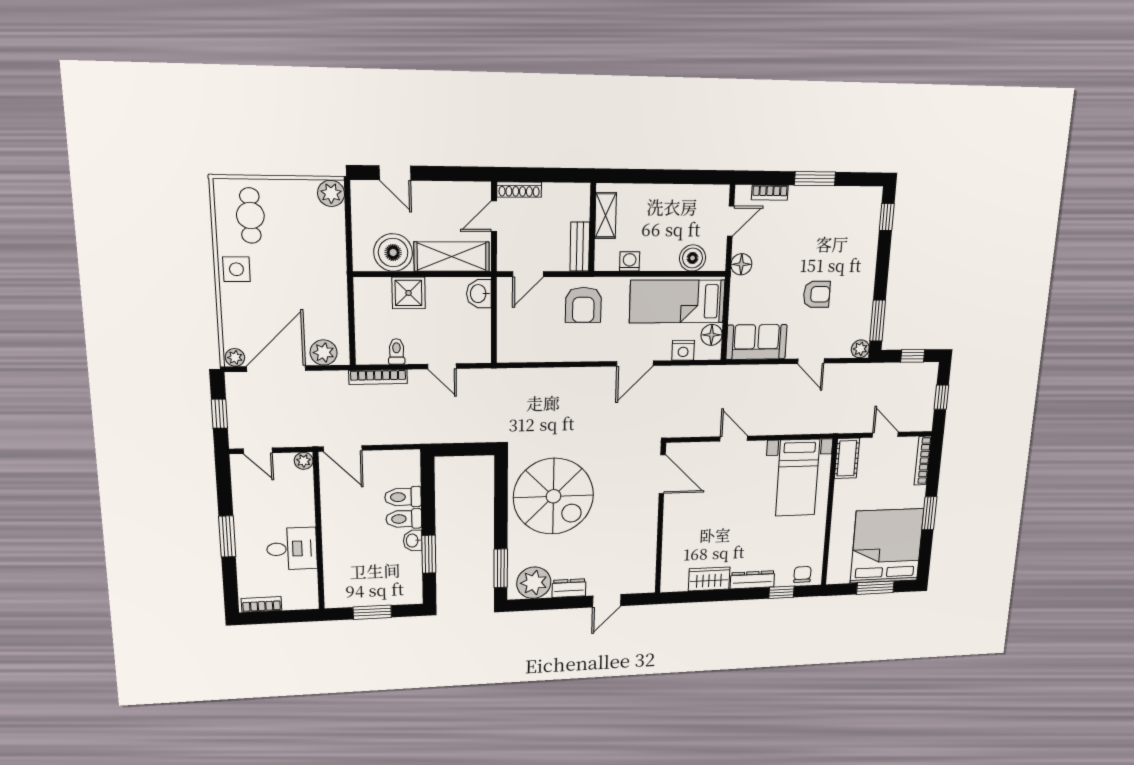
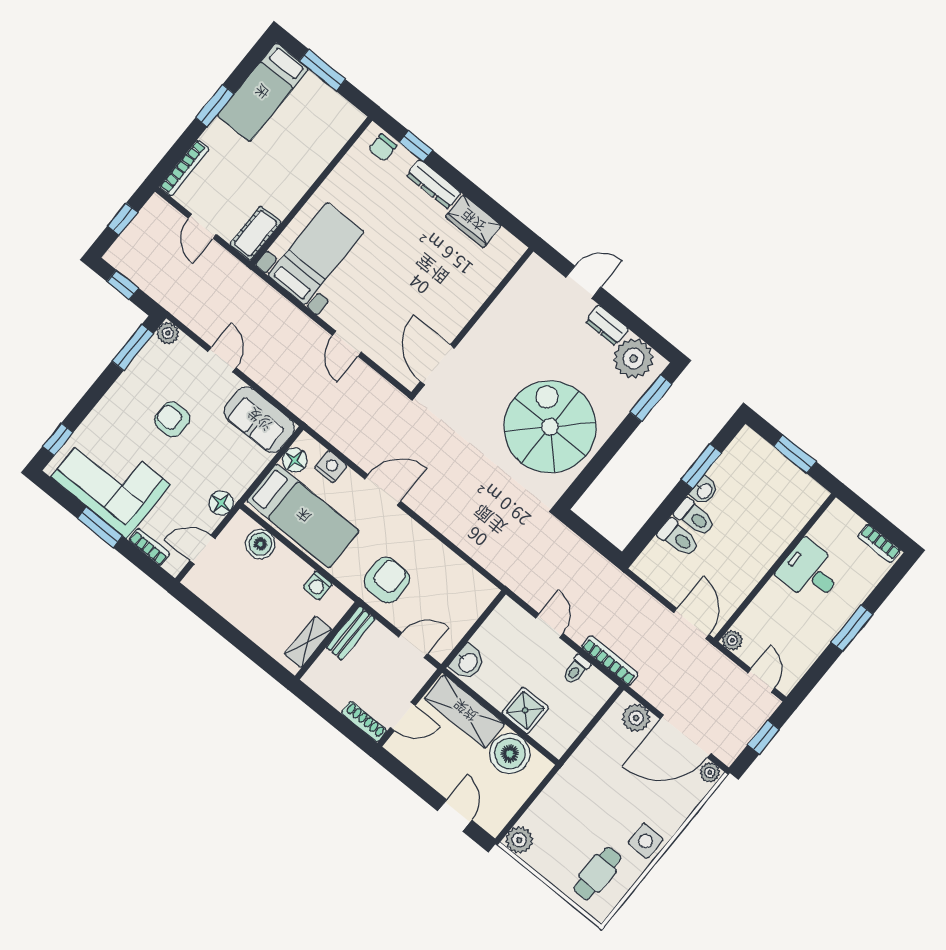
corner sofa: (830, 218) -> (111, 481), added
bed: (887, 546) -> (263, 92), width x0.49

